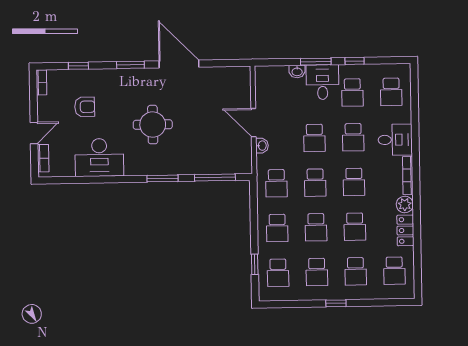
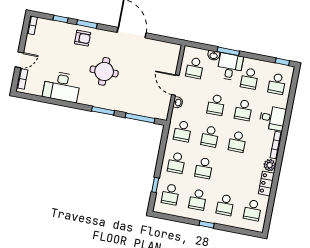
window: (355, 61) -> (282, 62), moved
window: (130, 65) -> (87, 24), moved
armchair: (85, 107) -> (83, 38), moved
school desk: (355, 227) -> (195, 68), moved

